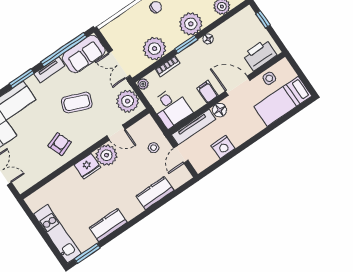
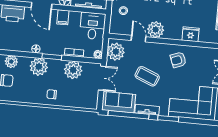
fridge: (87, 166) -> (191, 34), moved

